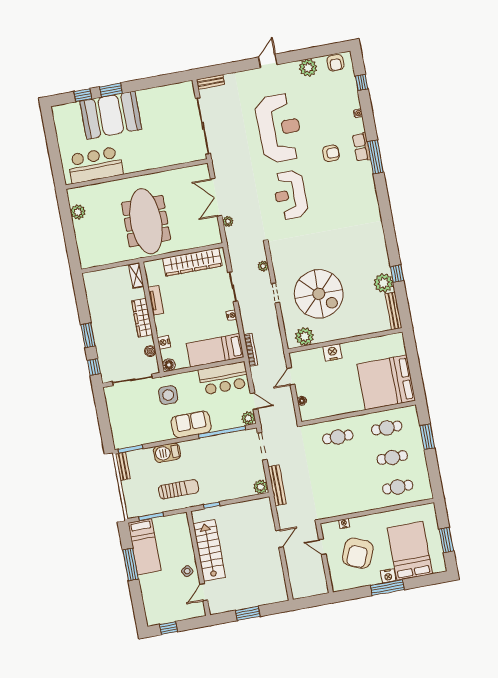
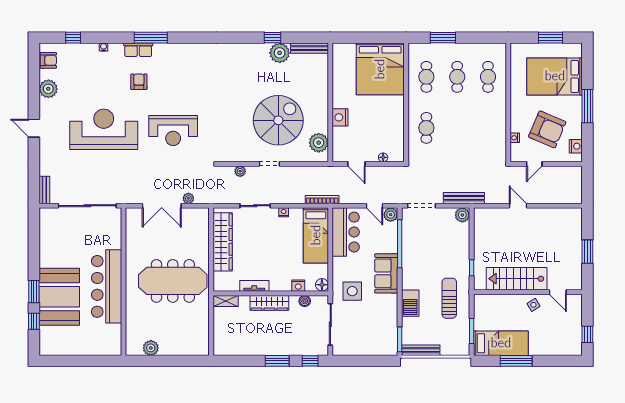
bar counter: (95, 165) -> (107, 286), moved, width x1.36
door: (254, 401) -> (374, 206), swing flipped
bench: (123, 466) -> (421, 350), width x1.36
nightstand: (388, 576) -> (576, 146), moved

